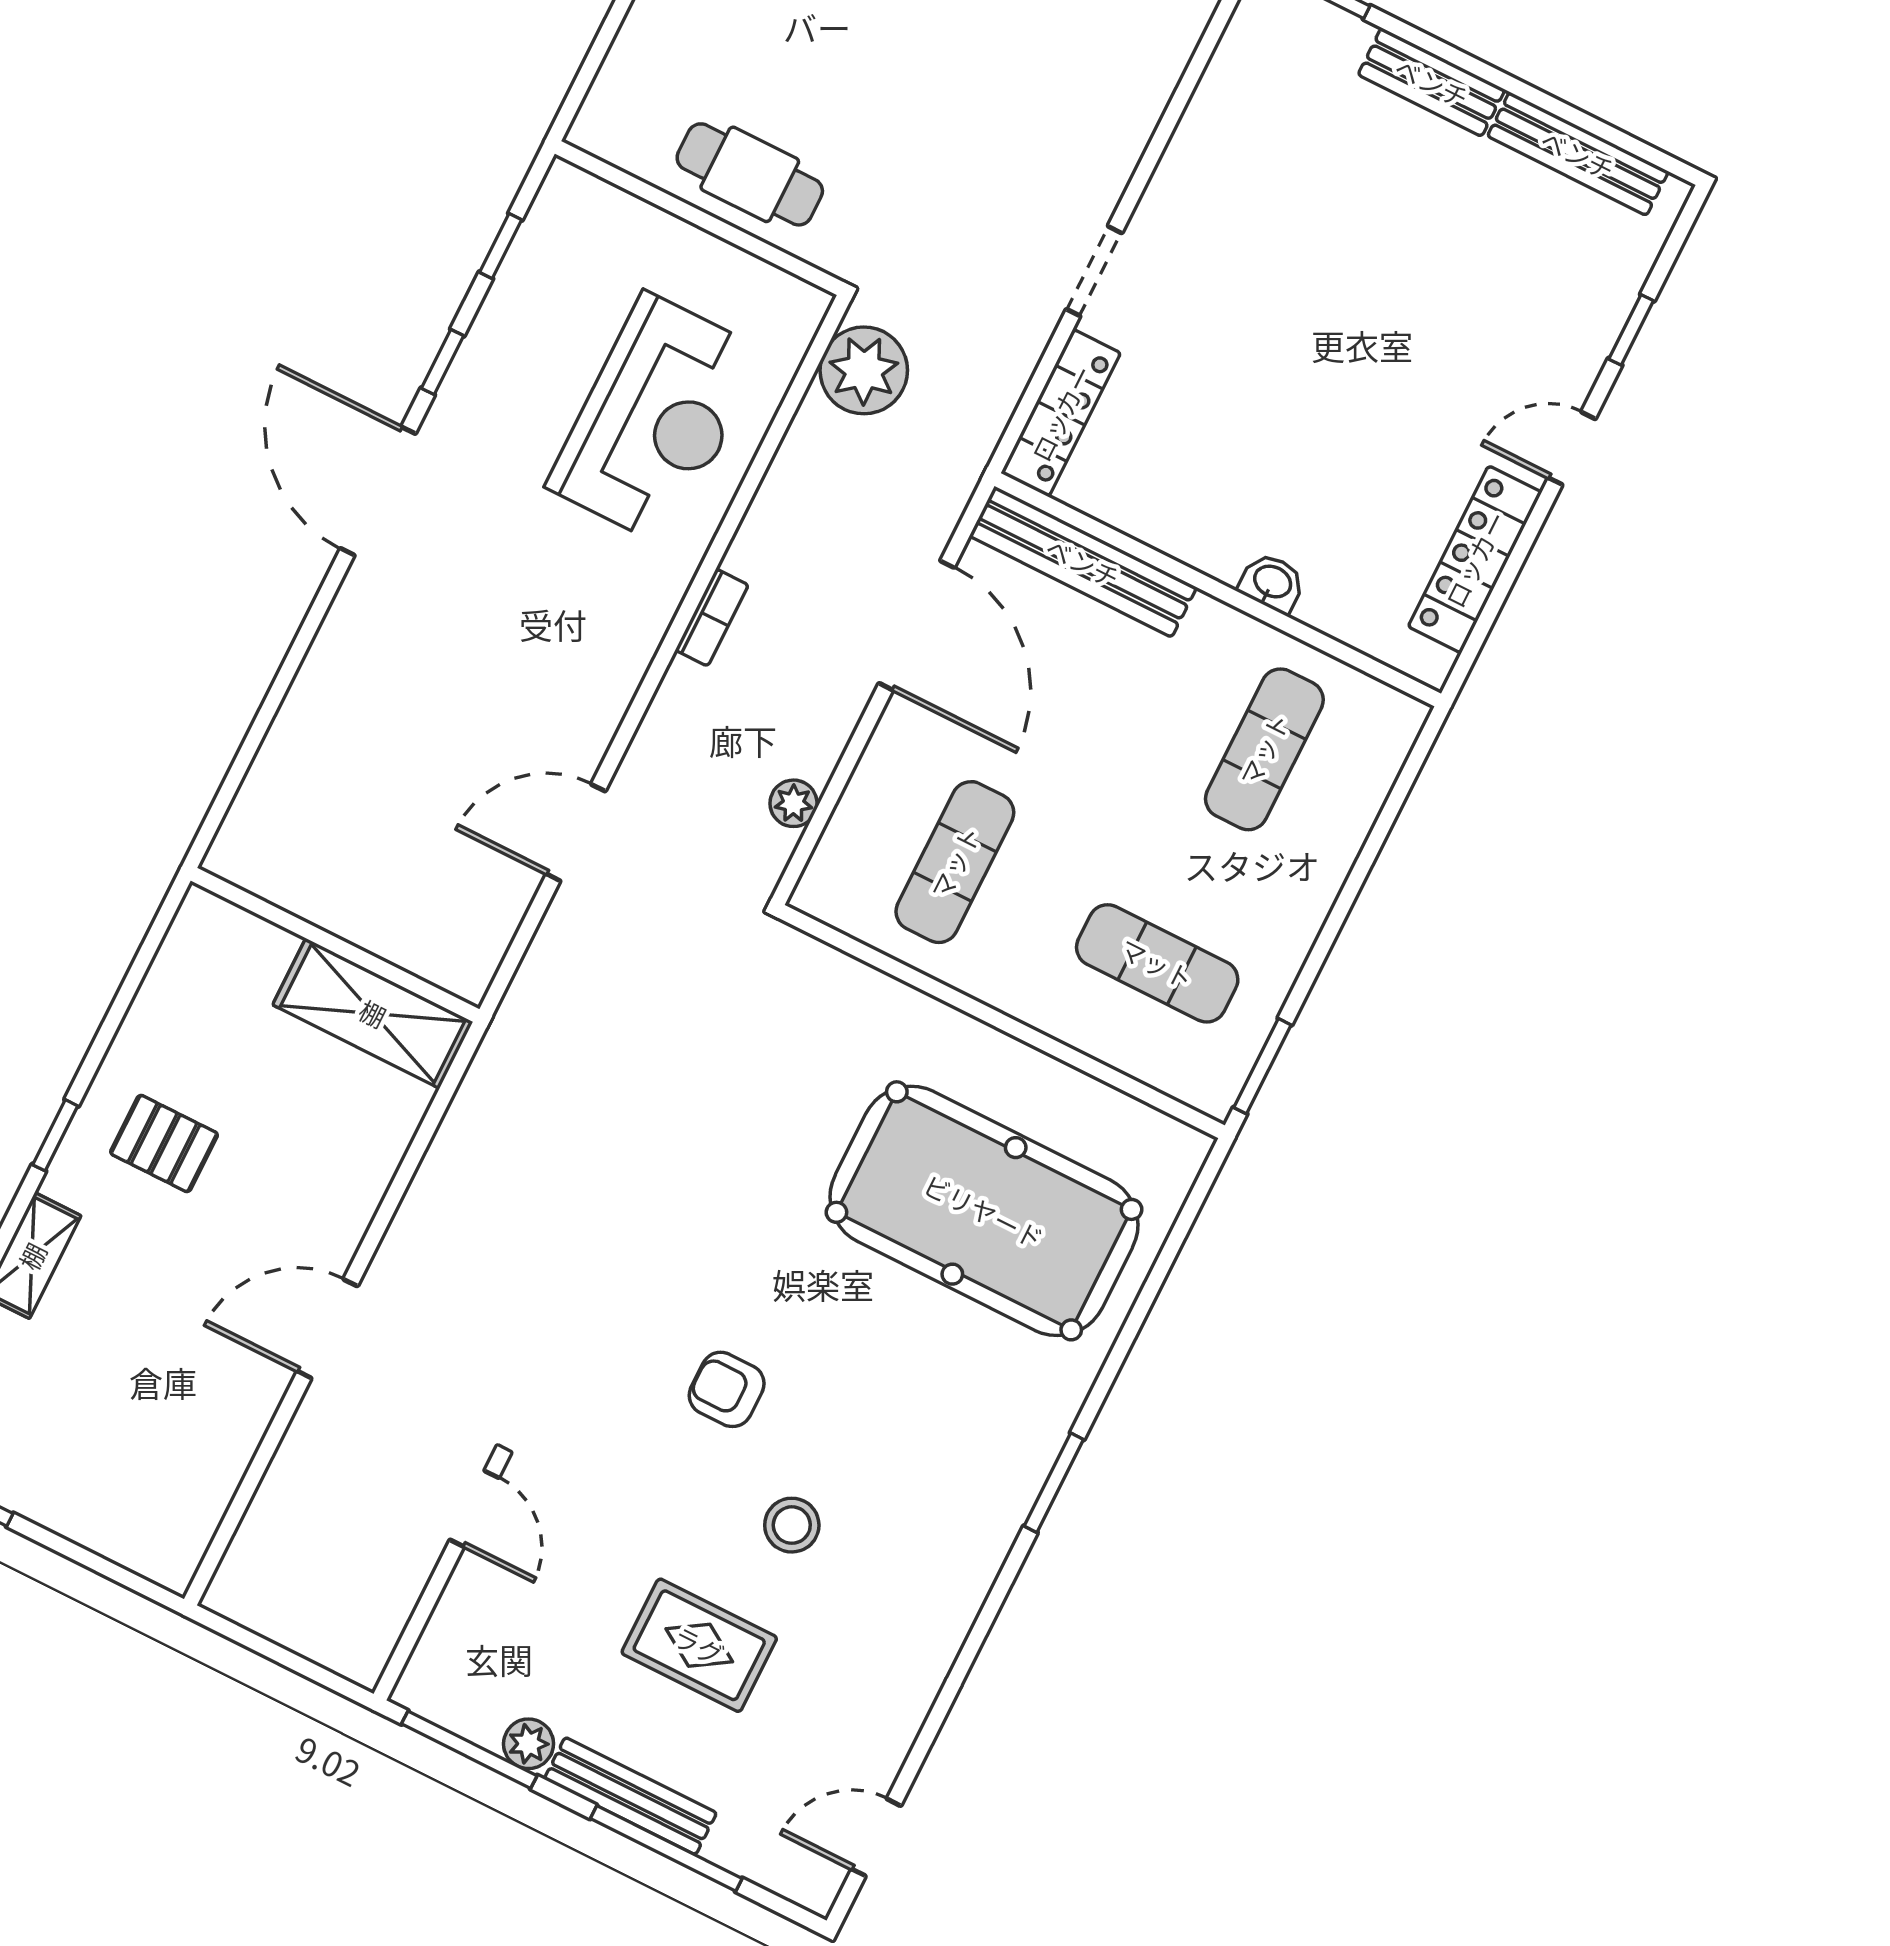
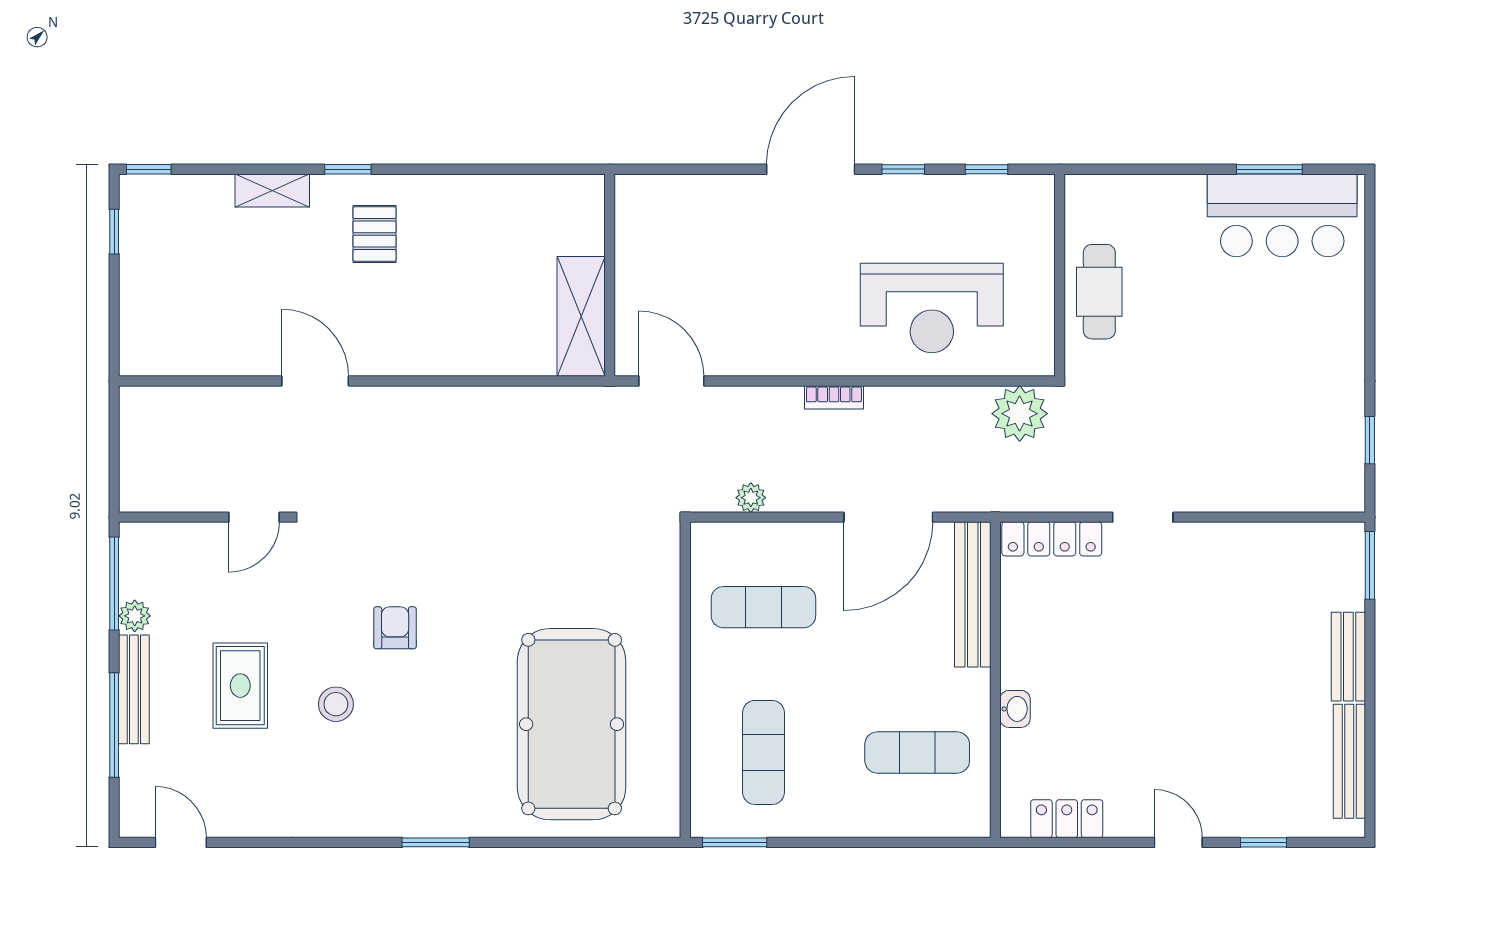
locker: (1475, 559) -> (1067, 819), width x0.66
wall: (335, 945) -> (610, 275), moved
shelving: (373, 1013) -> (581, 316), moved

